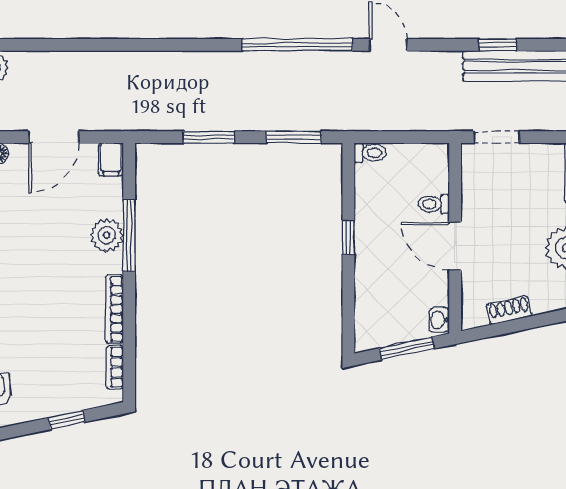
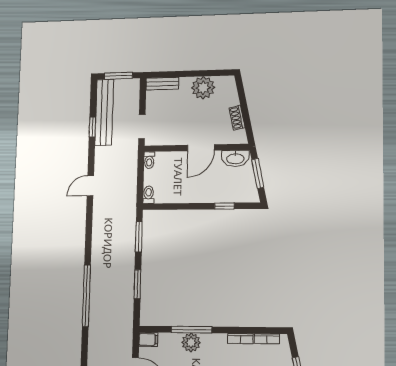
window: (297, 45) -> (86, 296), moved
toilet: (434, 204) -> (149, 160), moved
window: (348, 237) -> (224, 206), moved
bookcase: (115, 309) -> (240, 339), width x0.64
washbasin: (439, 320) -> (235, 158), width x1.91, depth x1.45

